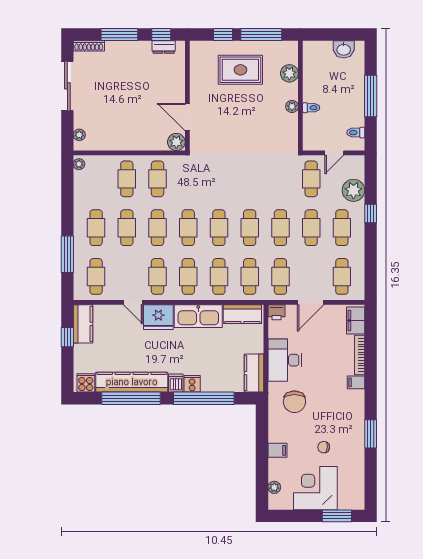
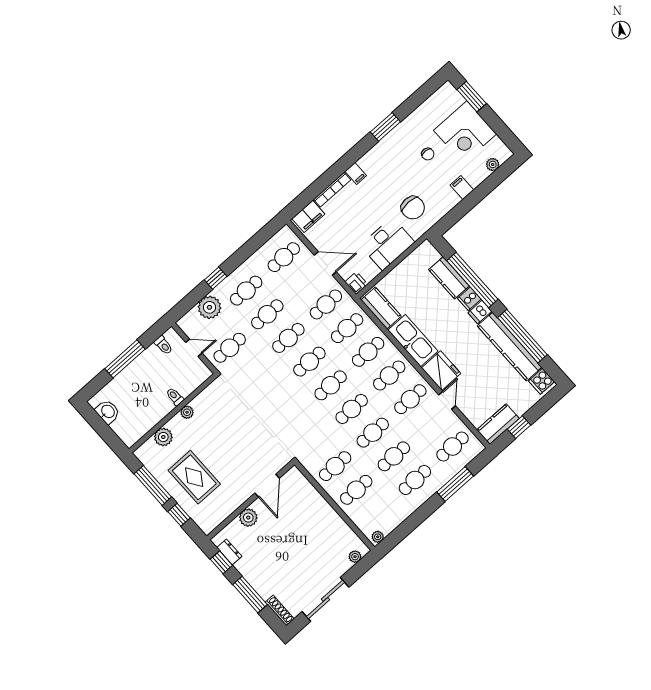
plant: (176, 142) -> (248, 518), moved
kitchen counter: (254, 373) -> (449, 278), moved, turned 90
chair: (294, 402) -> (413, 208), turned 90

